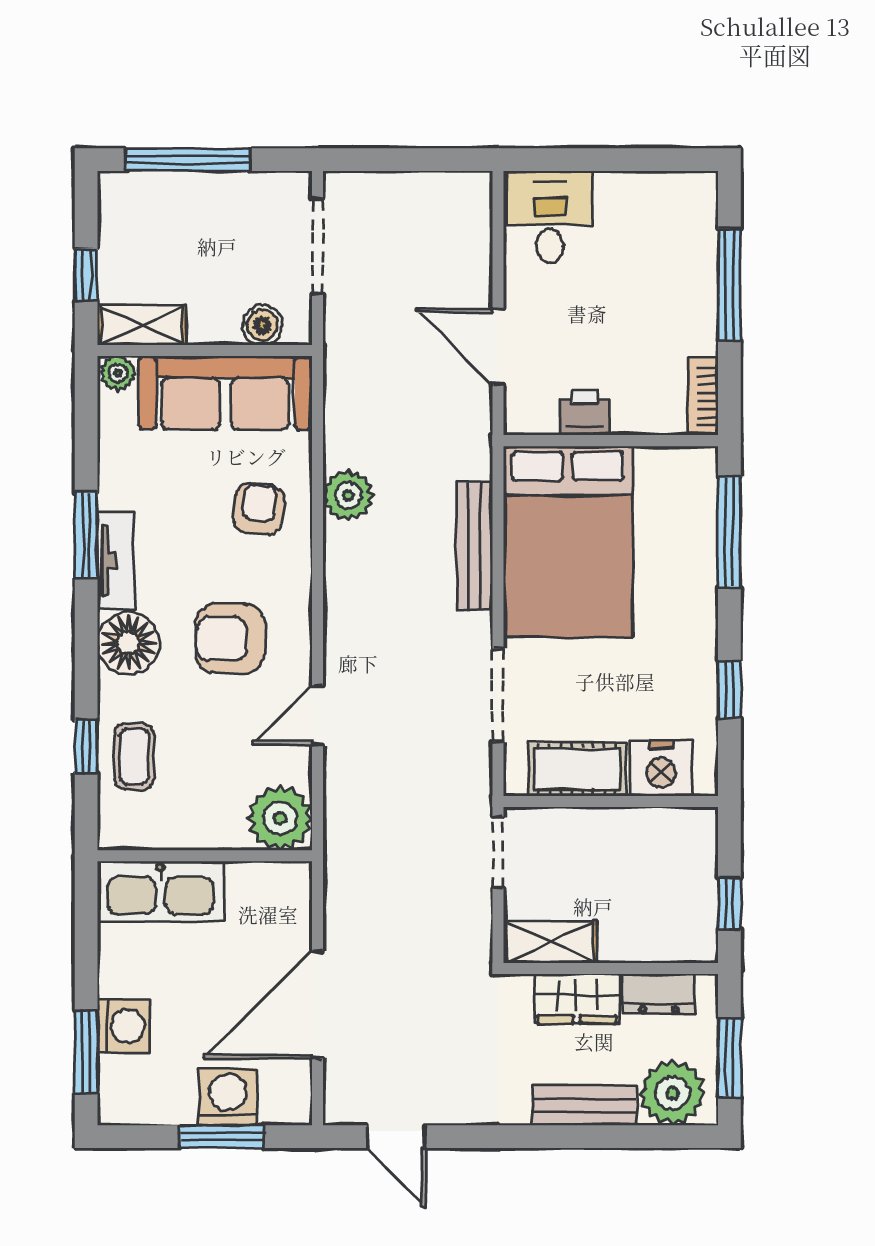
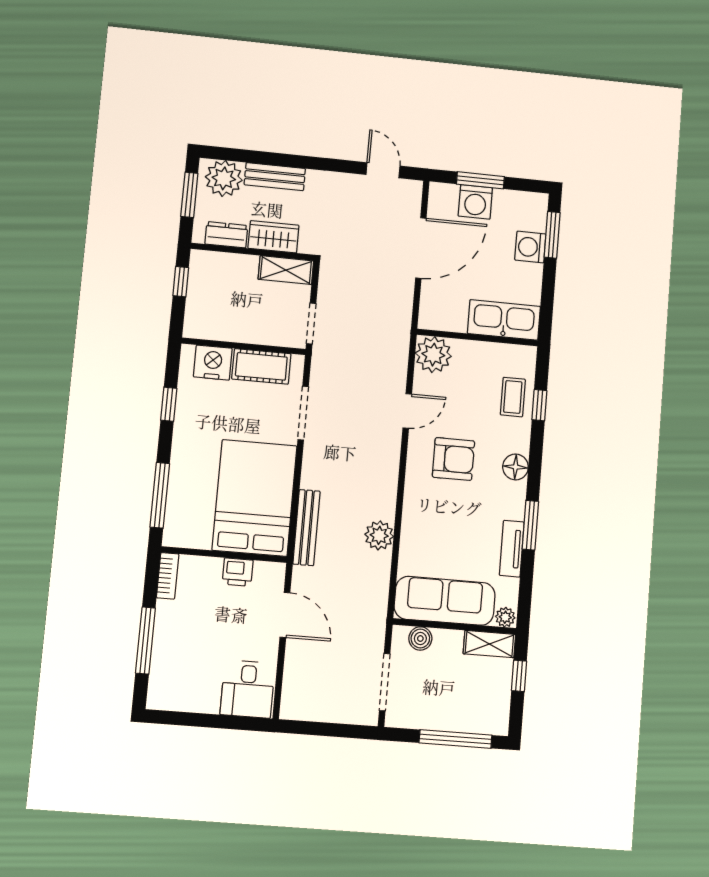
armchair: (259, 509) -> (431, 532), removed
bench: (475, 546) -> (306, 528), moved
tv unit: (116, 560) -> (512, 549), moved
floor lamp: (128, 643) -> (515, 467), width x0.73, depth x0.73

